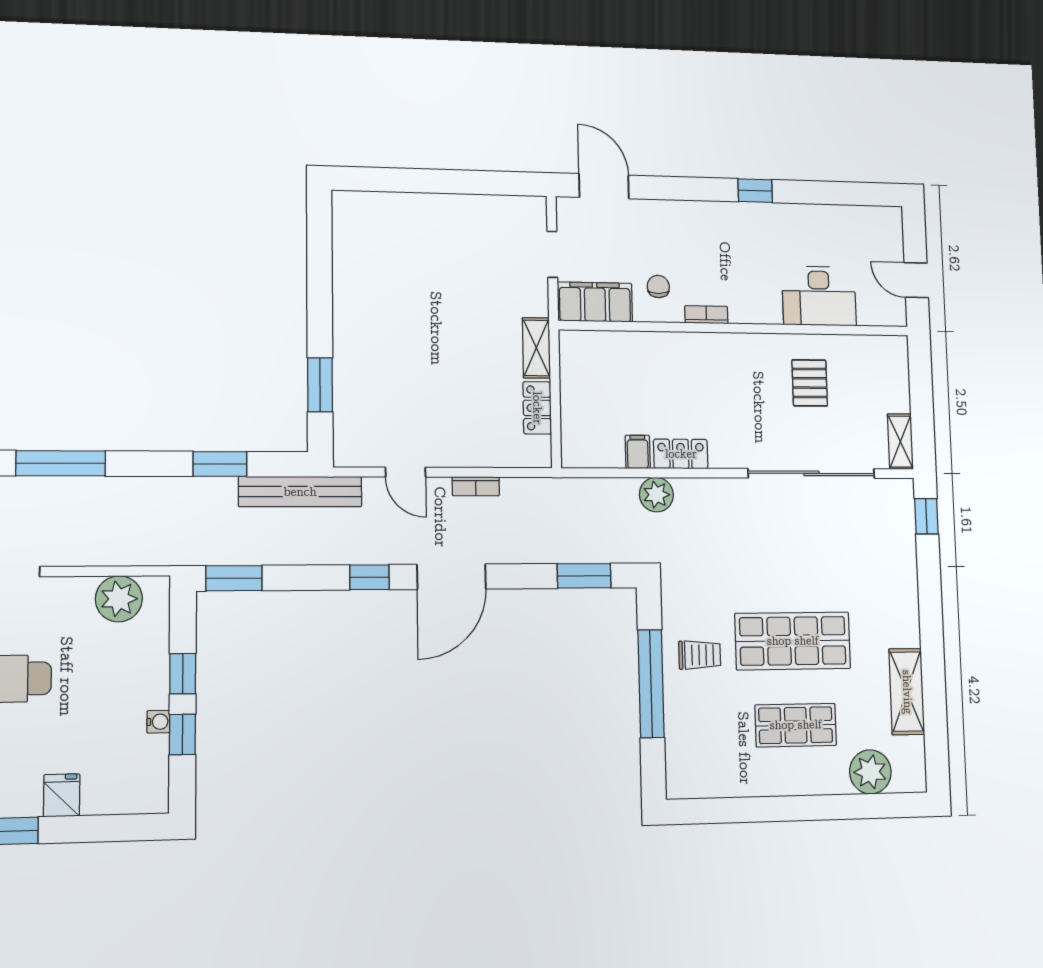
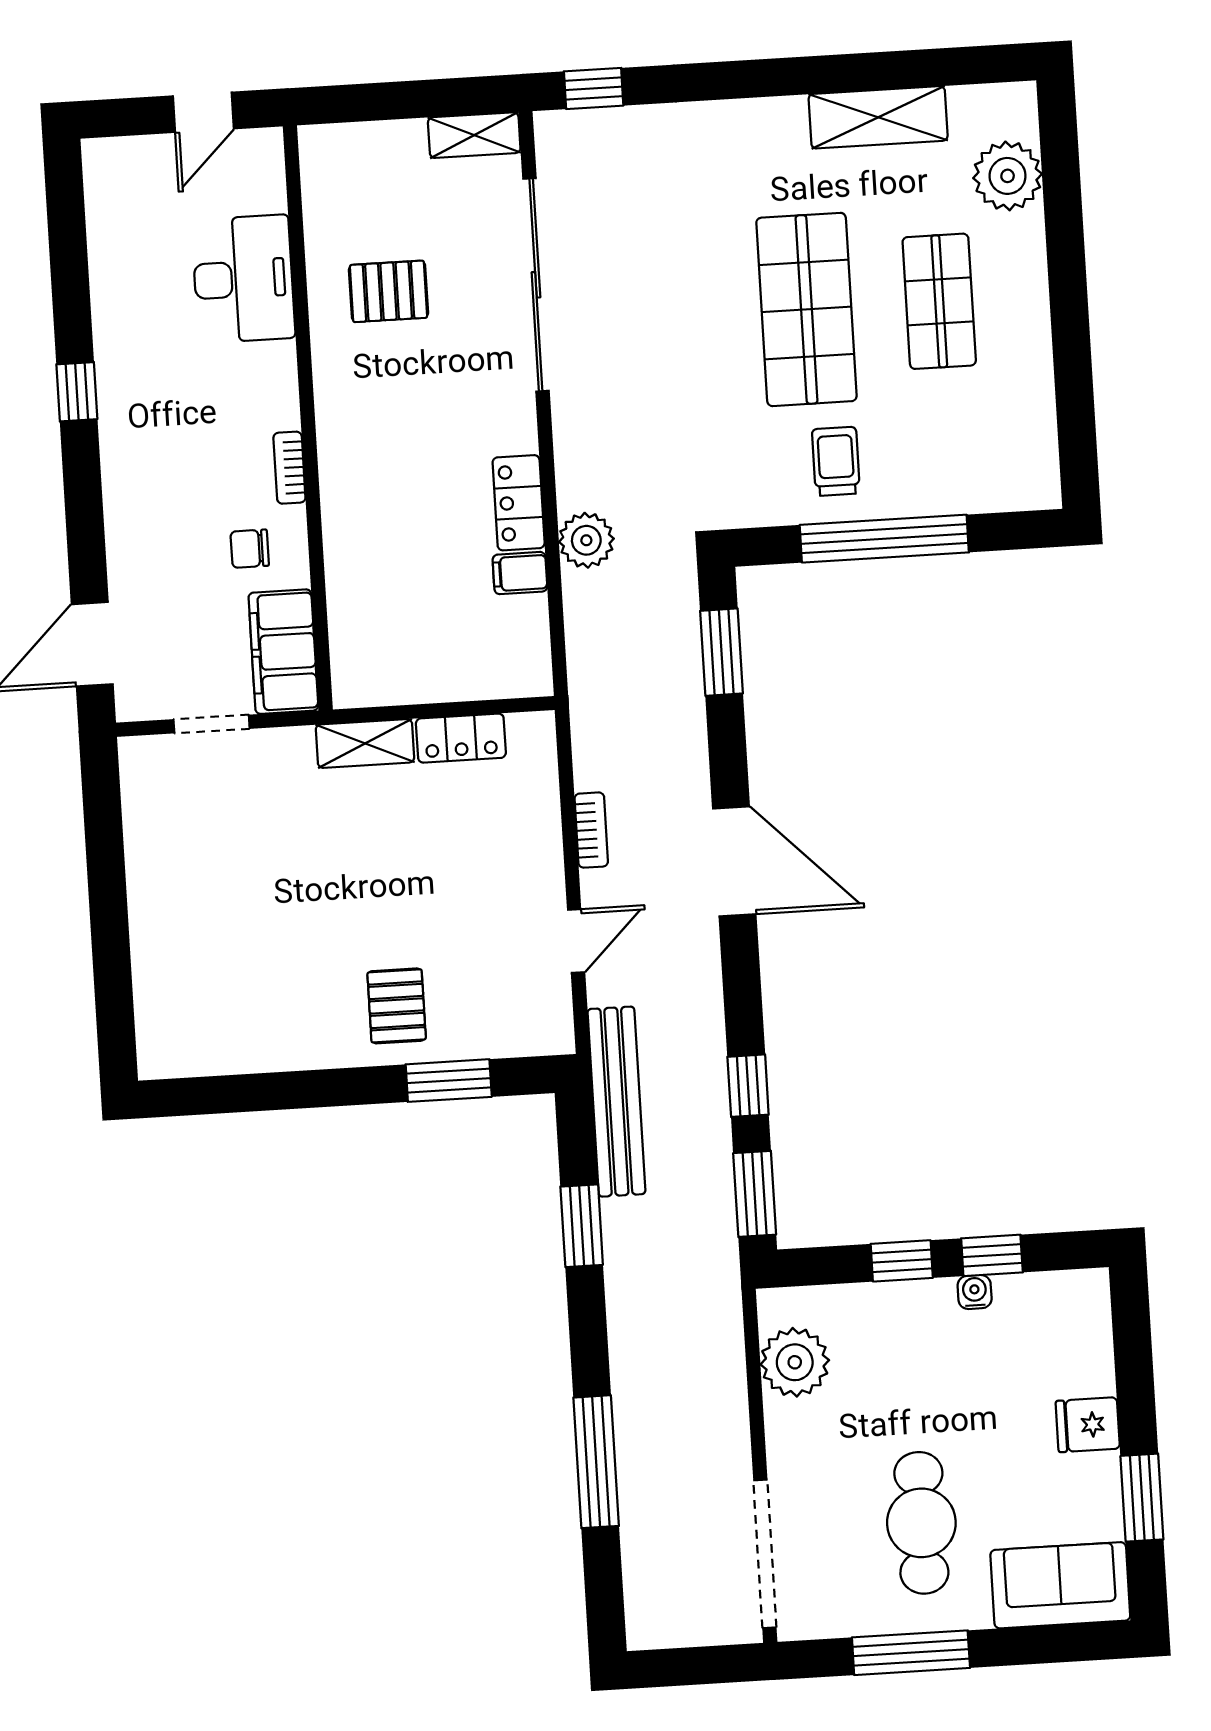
pallet: (370, 355) -> (397, 1006), added
window: (370, 577) -> (748, 1086), moved

